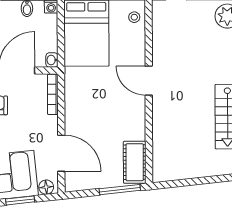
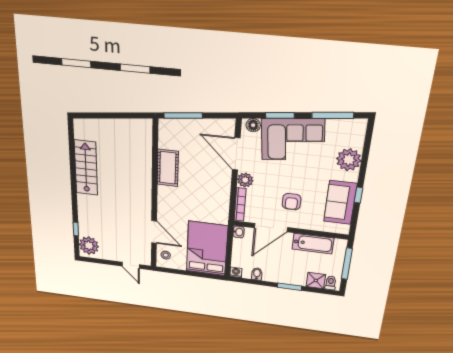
door: (149, 81) -> (154, 232), moved
plant: (50, 124) -> (245, 180), added
cot: (135, 162) -> (168, 168), moved

